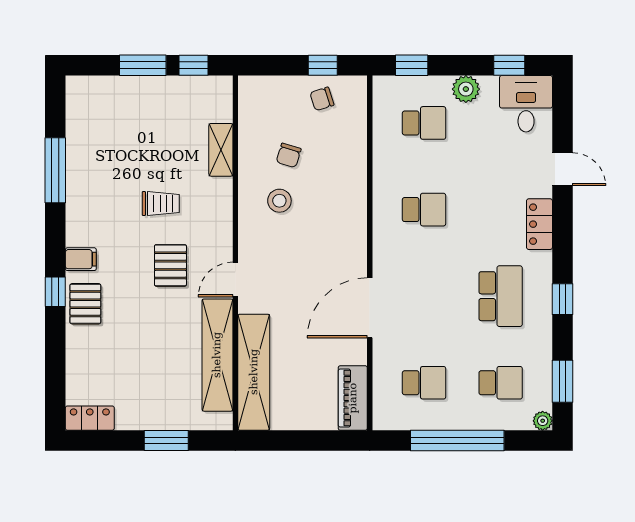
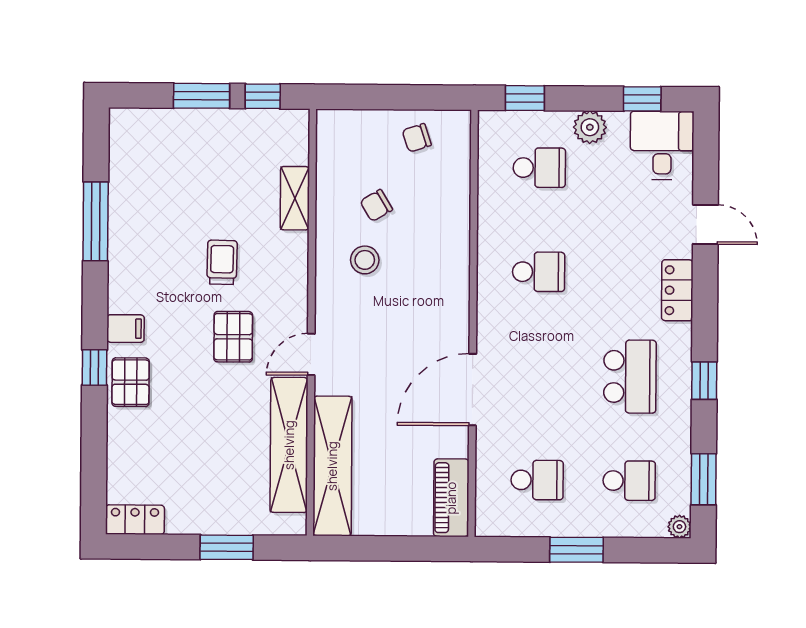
window: (323, 65) -> (418, 97), removed
chair: (289, 155) -> (376, 205), turned 42
trolley: (161, 204) -> (222, 262), turned -89
window: (457, 441) -> (577, 550), width x0.47

